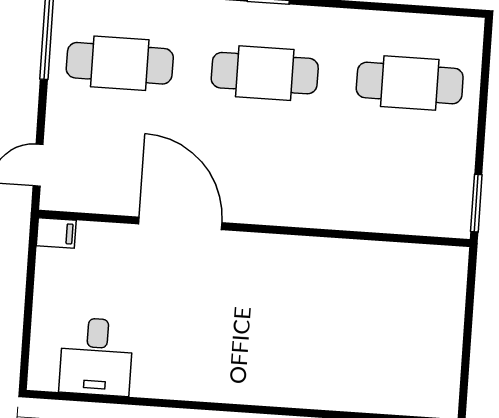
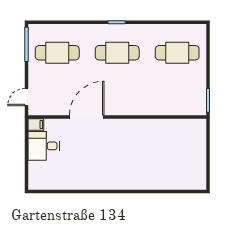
door: (180, 223) -> (87, 117), hinge flipped
desk: (96, 357) -> (44, 146), moved, turned 90

